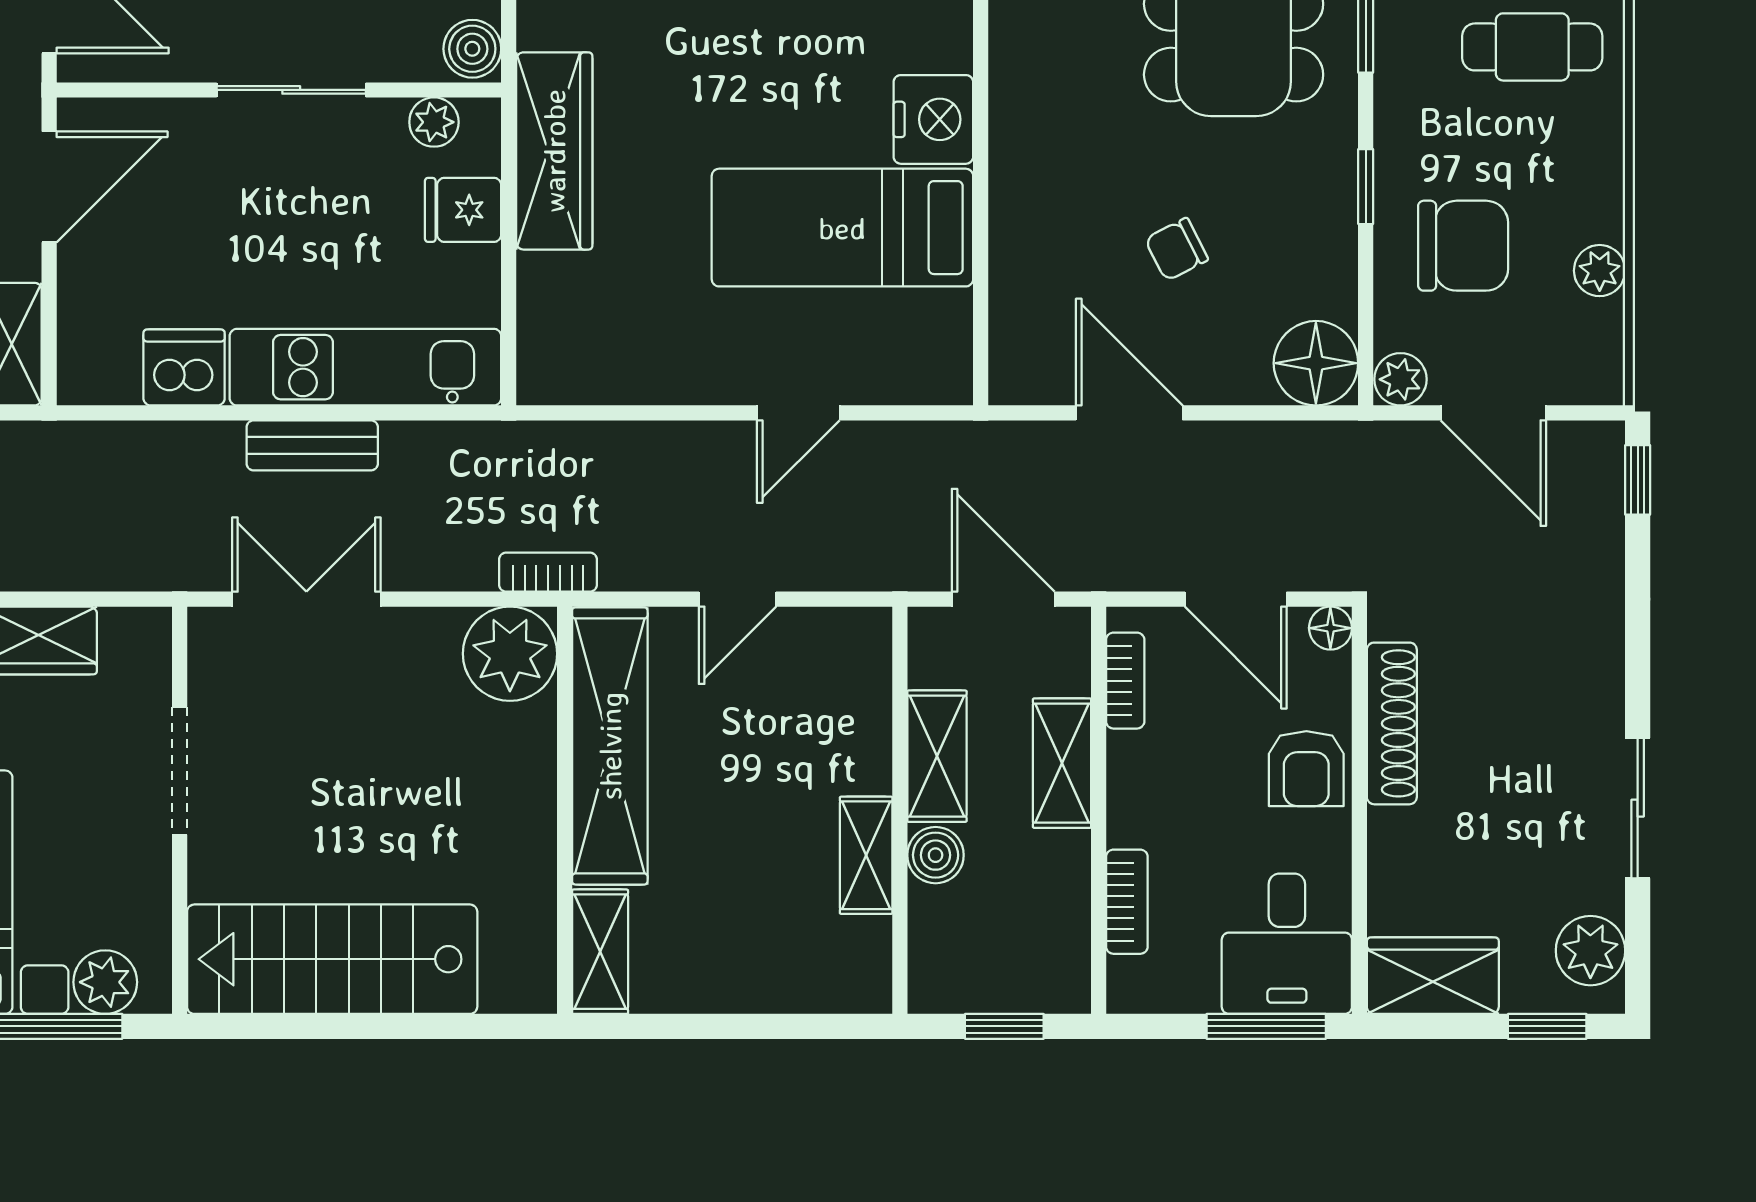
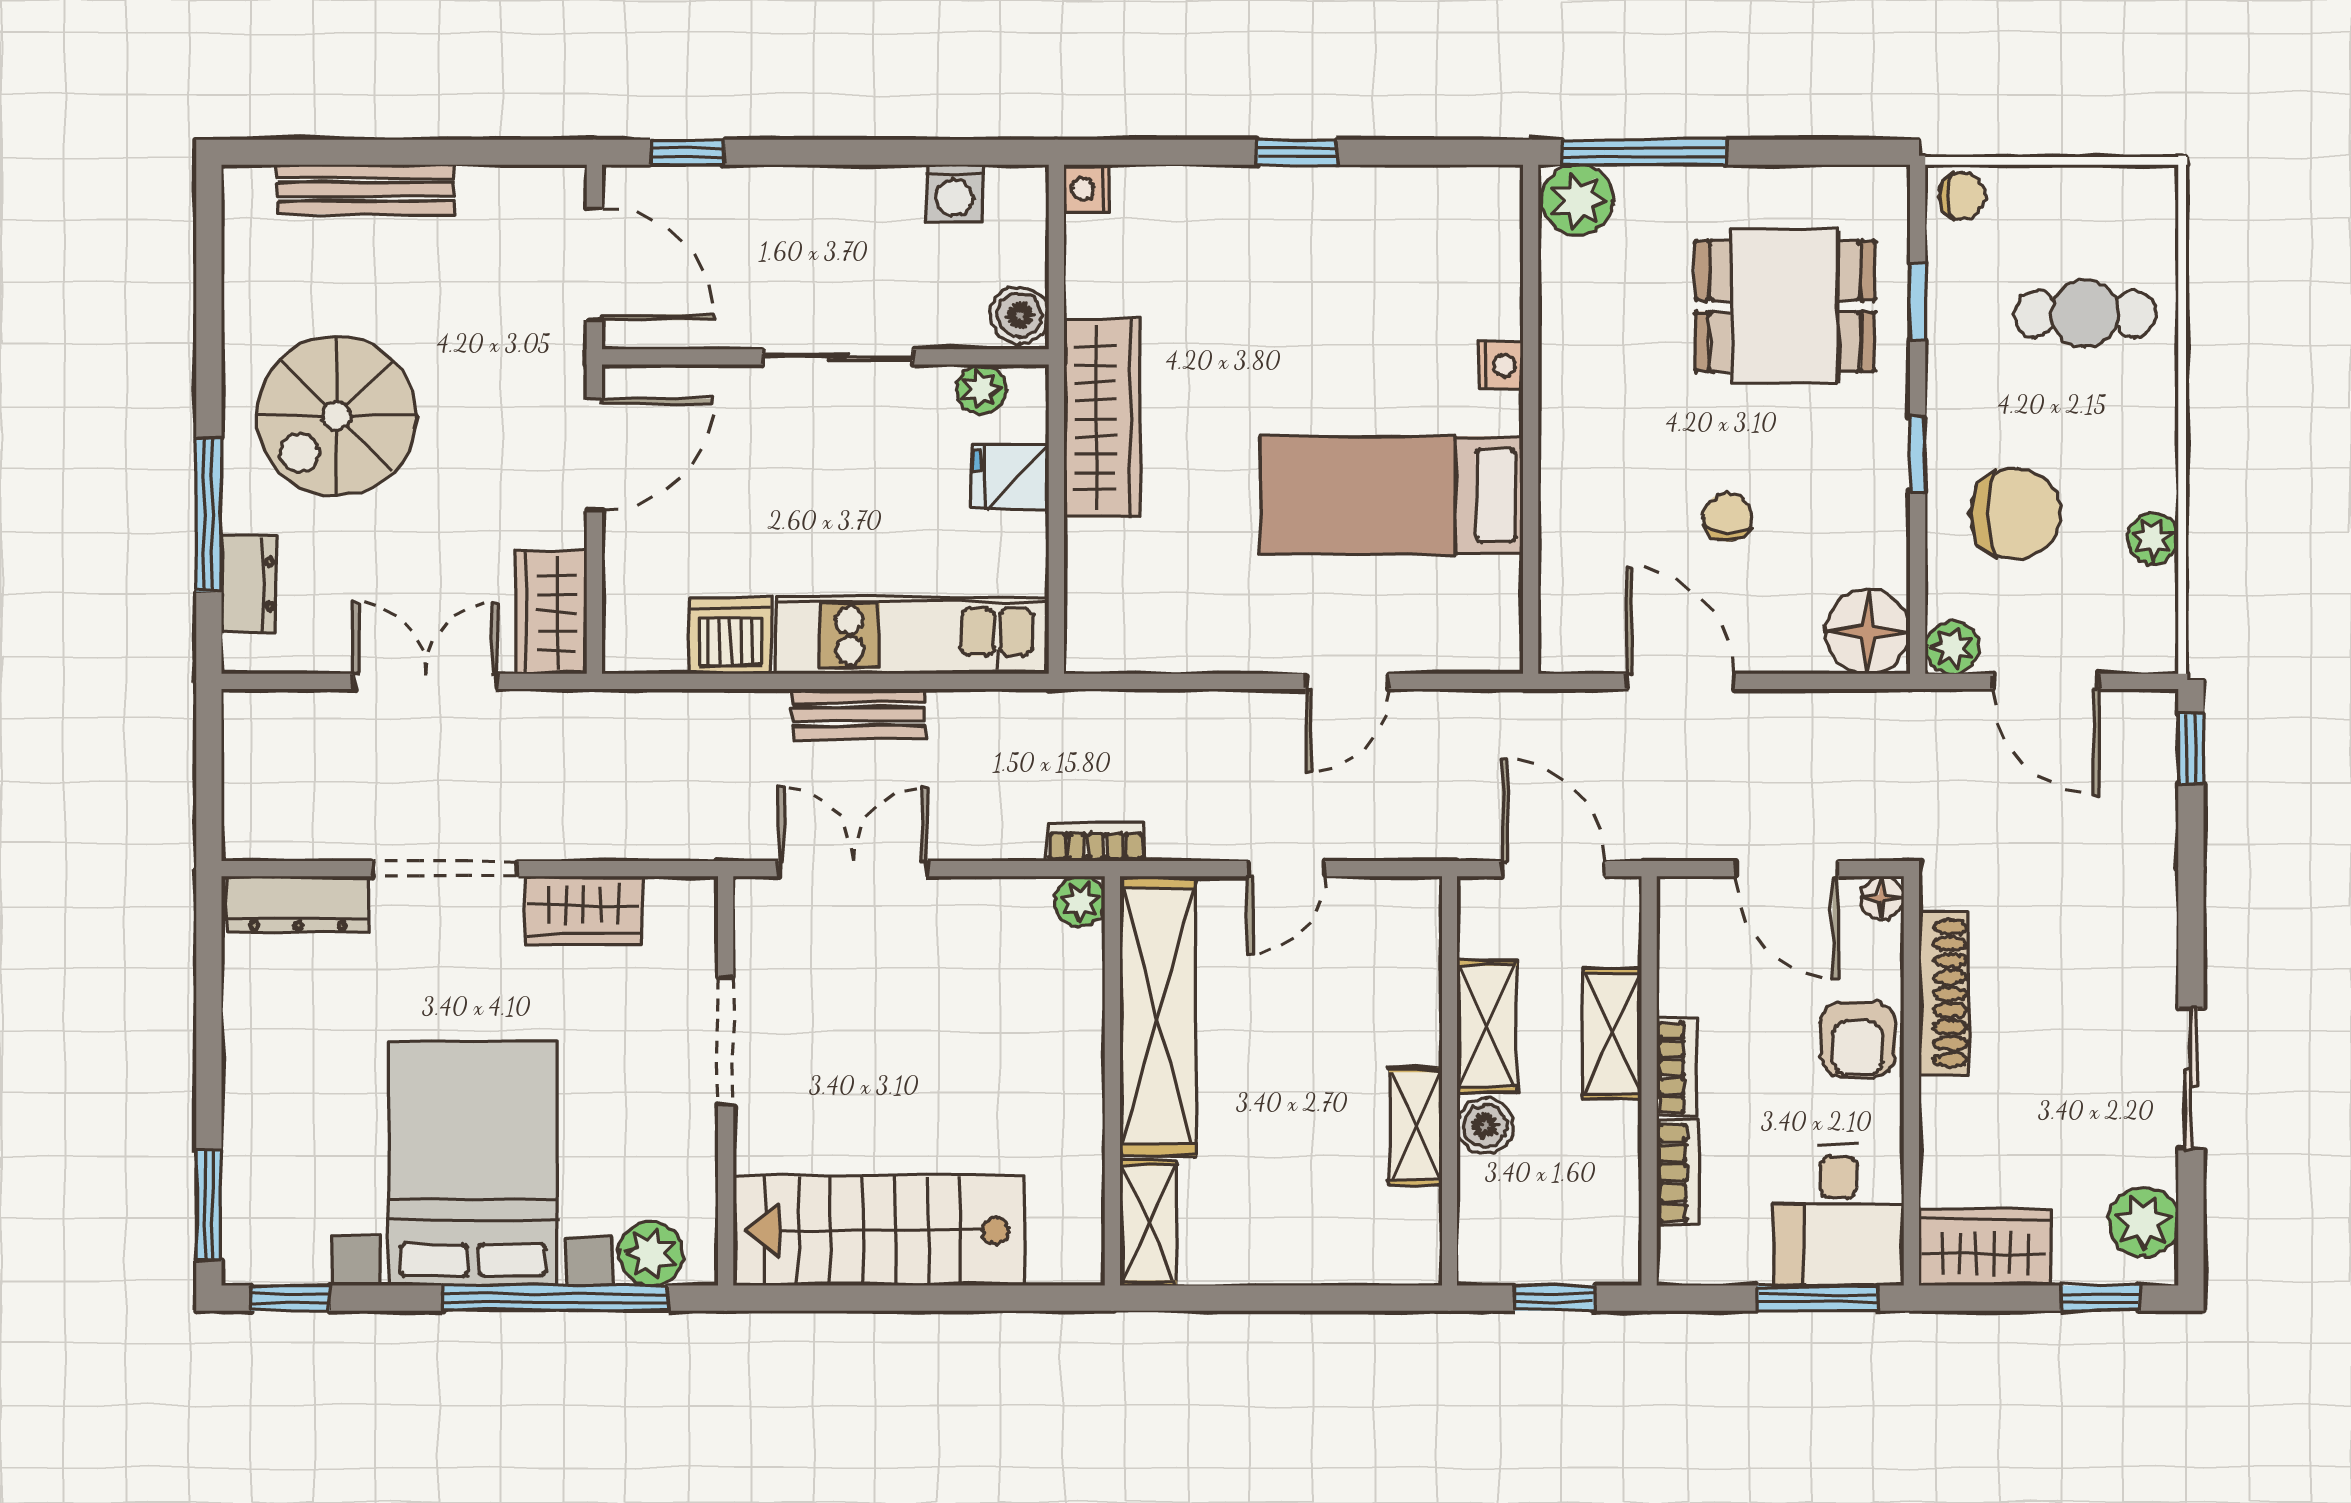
nightstand: (933, 119) -> (1501, 366), width x0.53, depth x0.56
chair: (1177, 249) -> (1728, 517), turned 117
plant: (510, 654) -> (1080, 901), width x0.53, depth x0.53
bookcase: (1125, 681) -> (1676, 1067), moved

